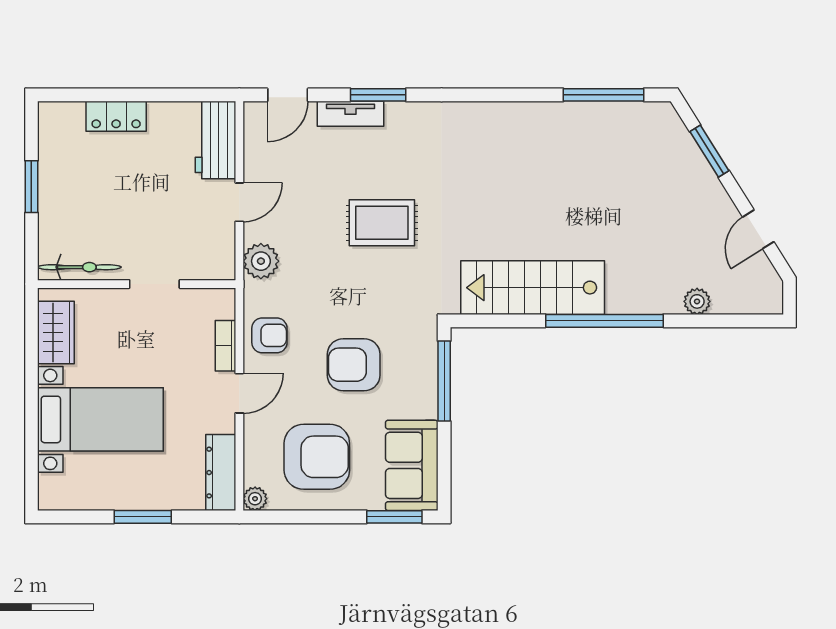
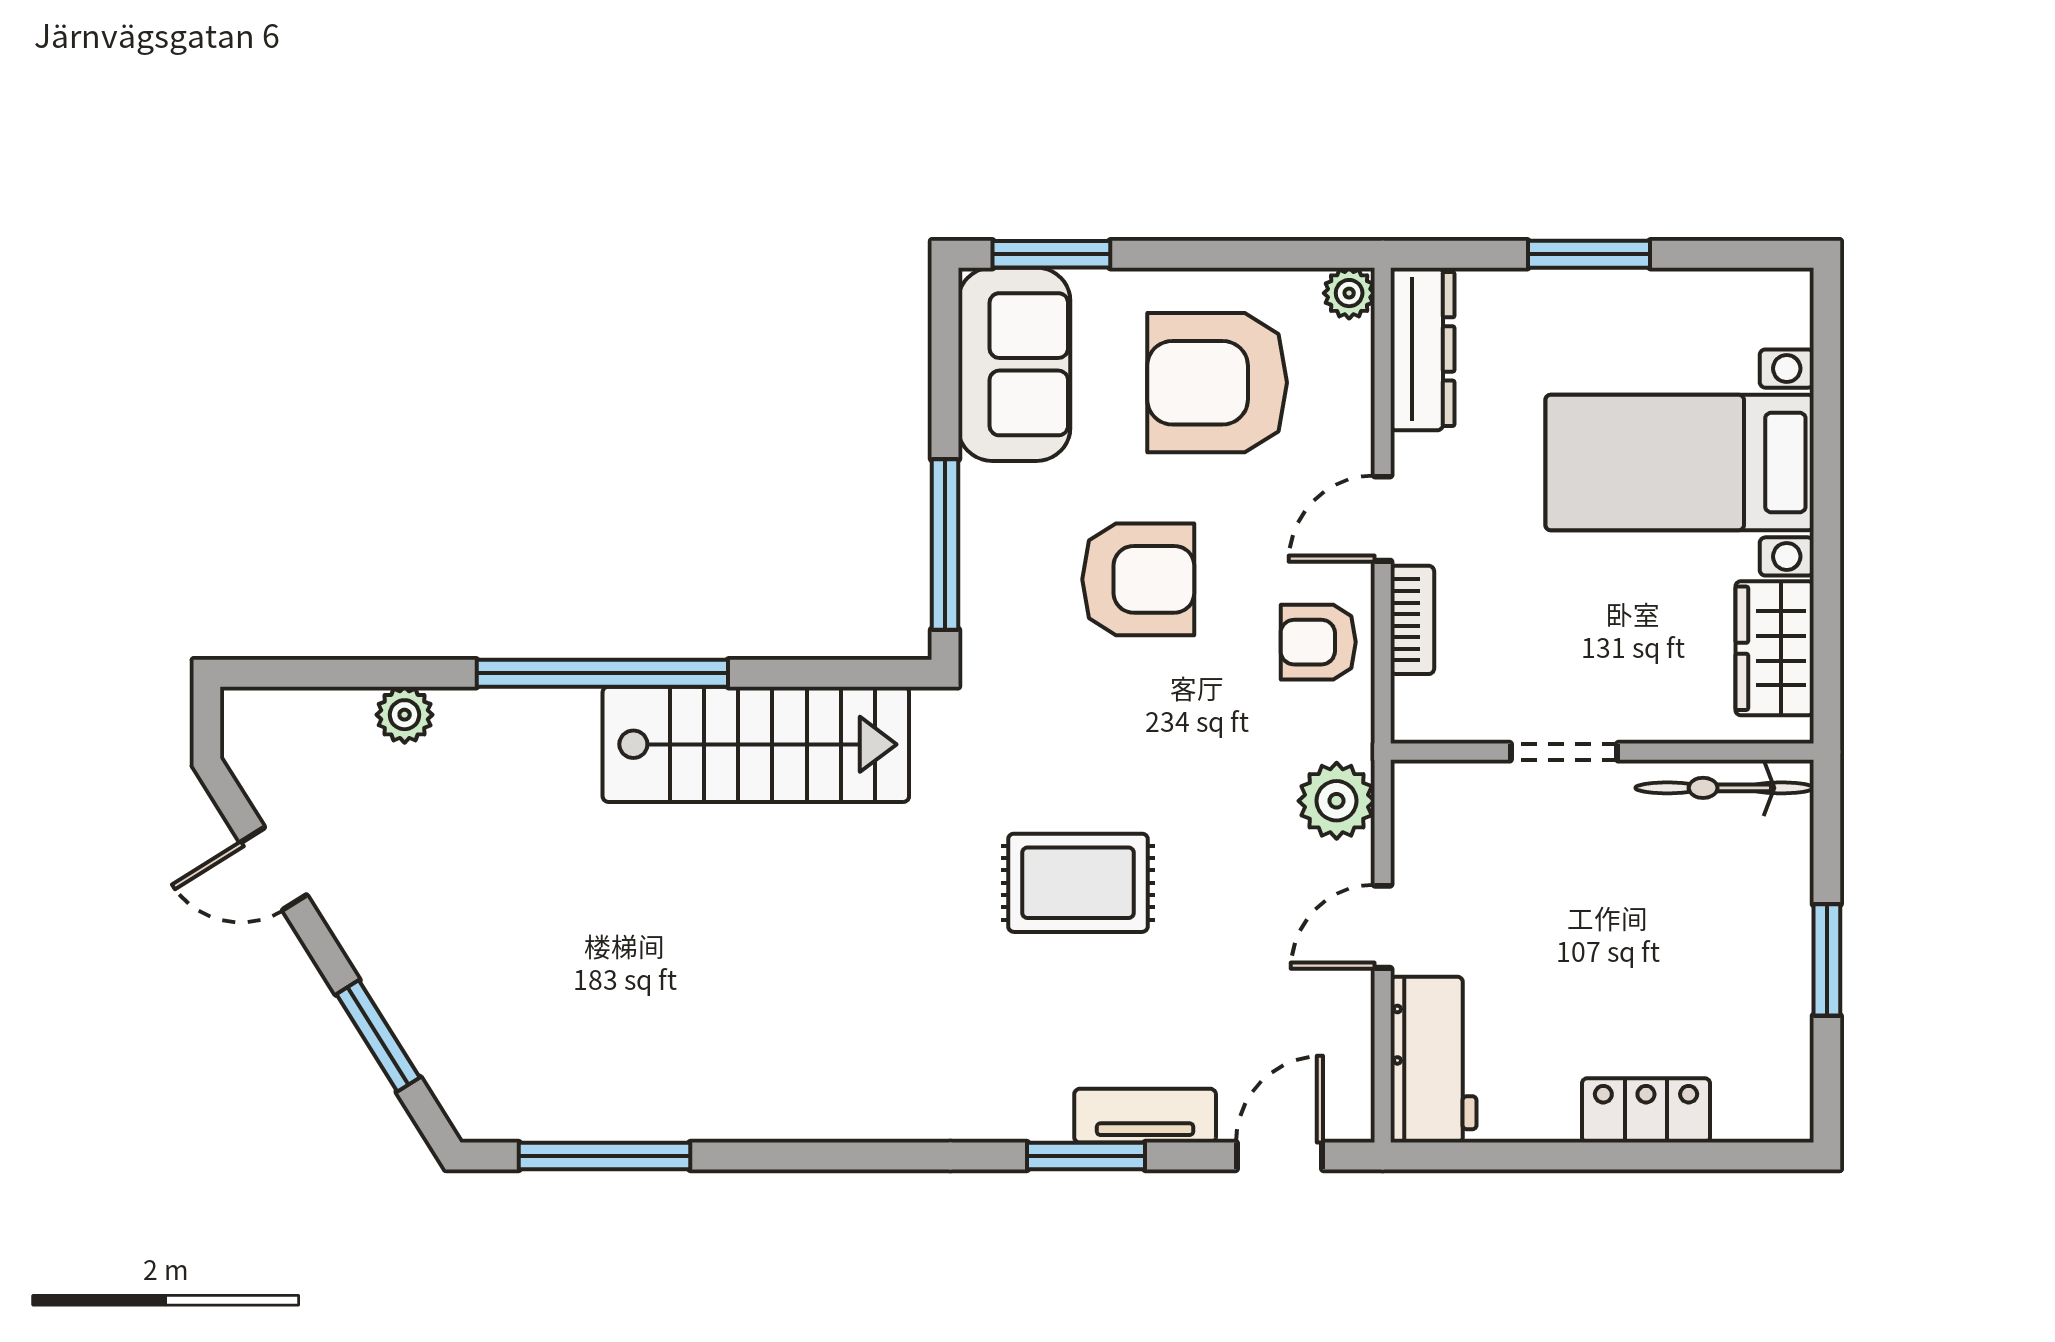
door: (758, 229) -> (274, 869), swing flipped

